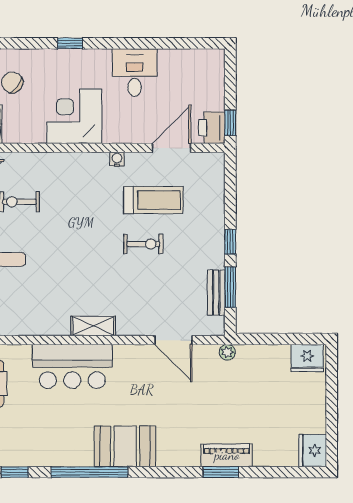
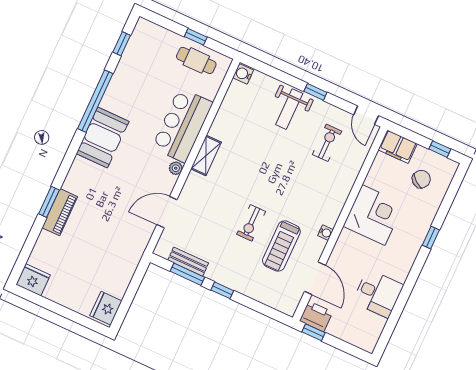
desk: (135, 72) -> (378, 294), moved
plant: (227, 352) -> (176, 168), moved

